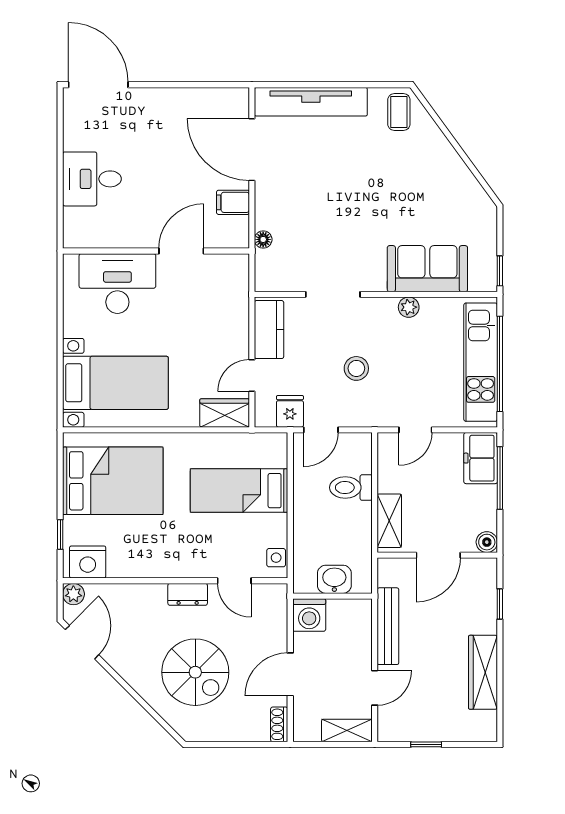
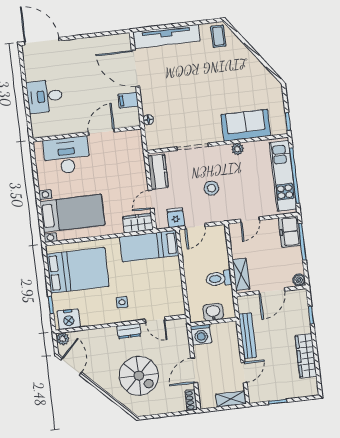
toilet: (351, 488) -> (219, 279), moved
bed: (239, 491) -> (149, 246), moved
side table: (276, 558) -> (122, 302), moved

